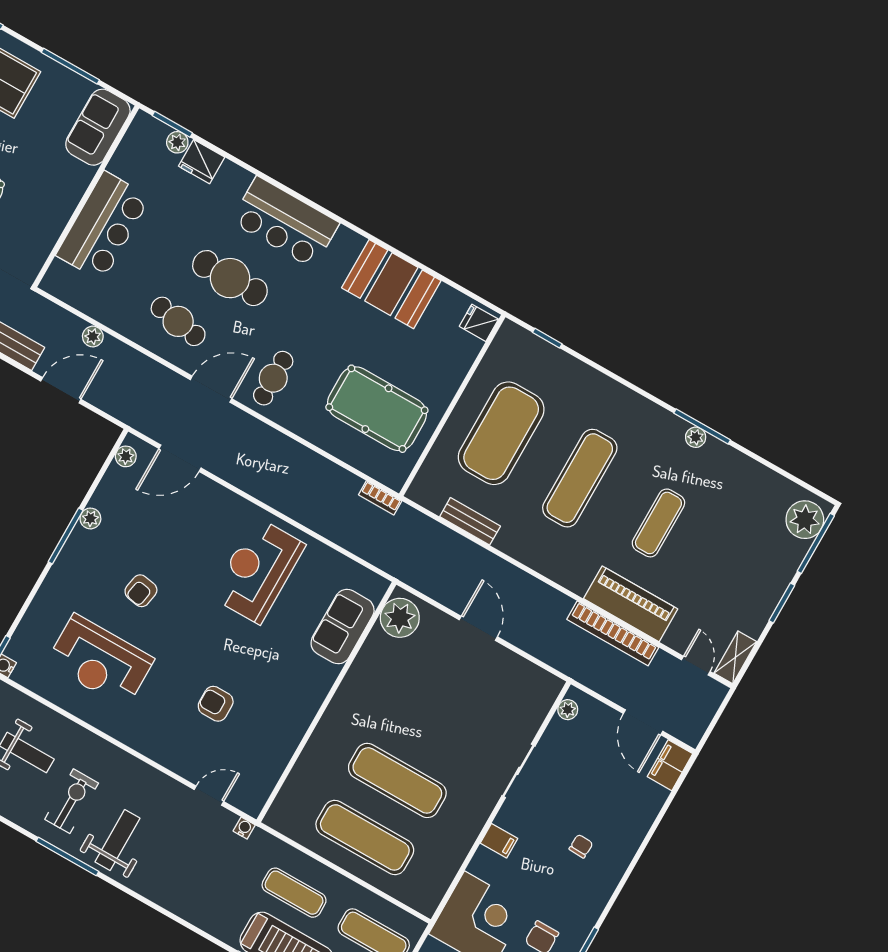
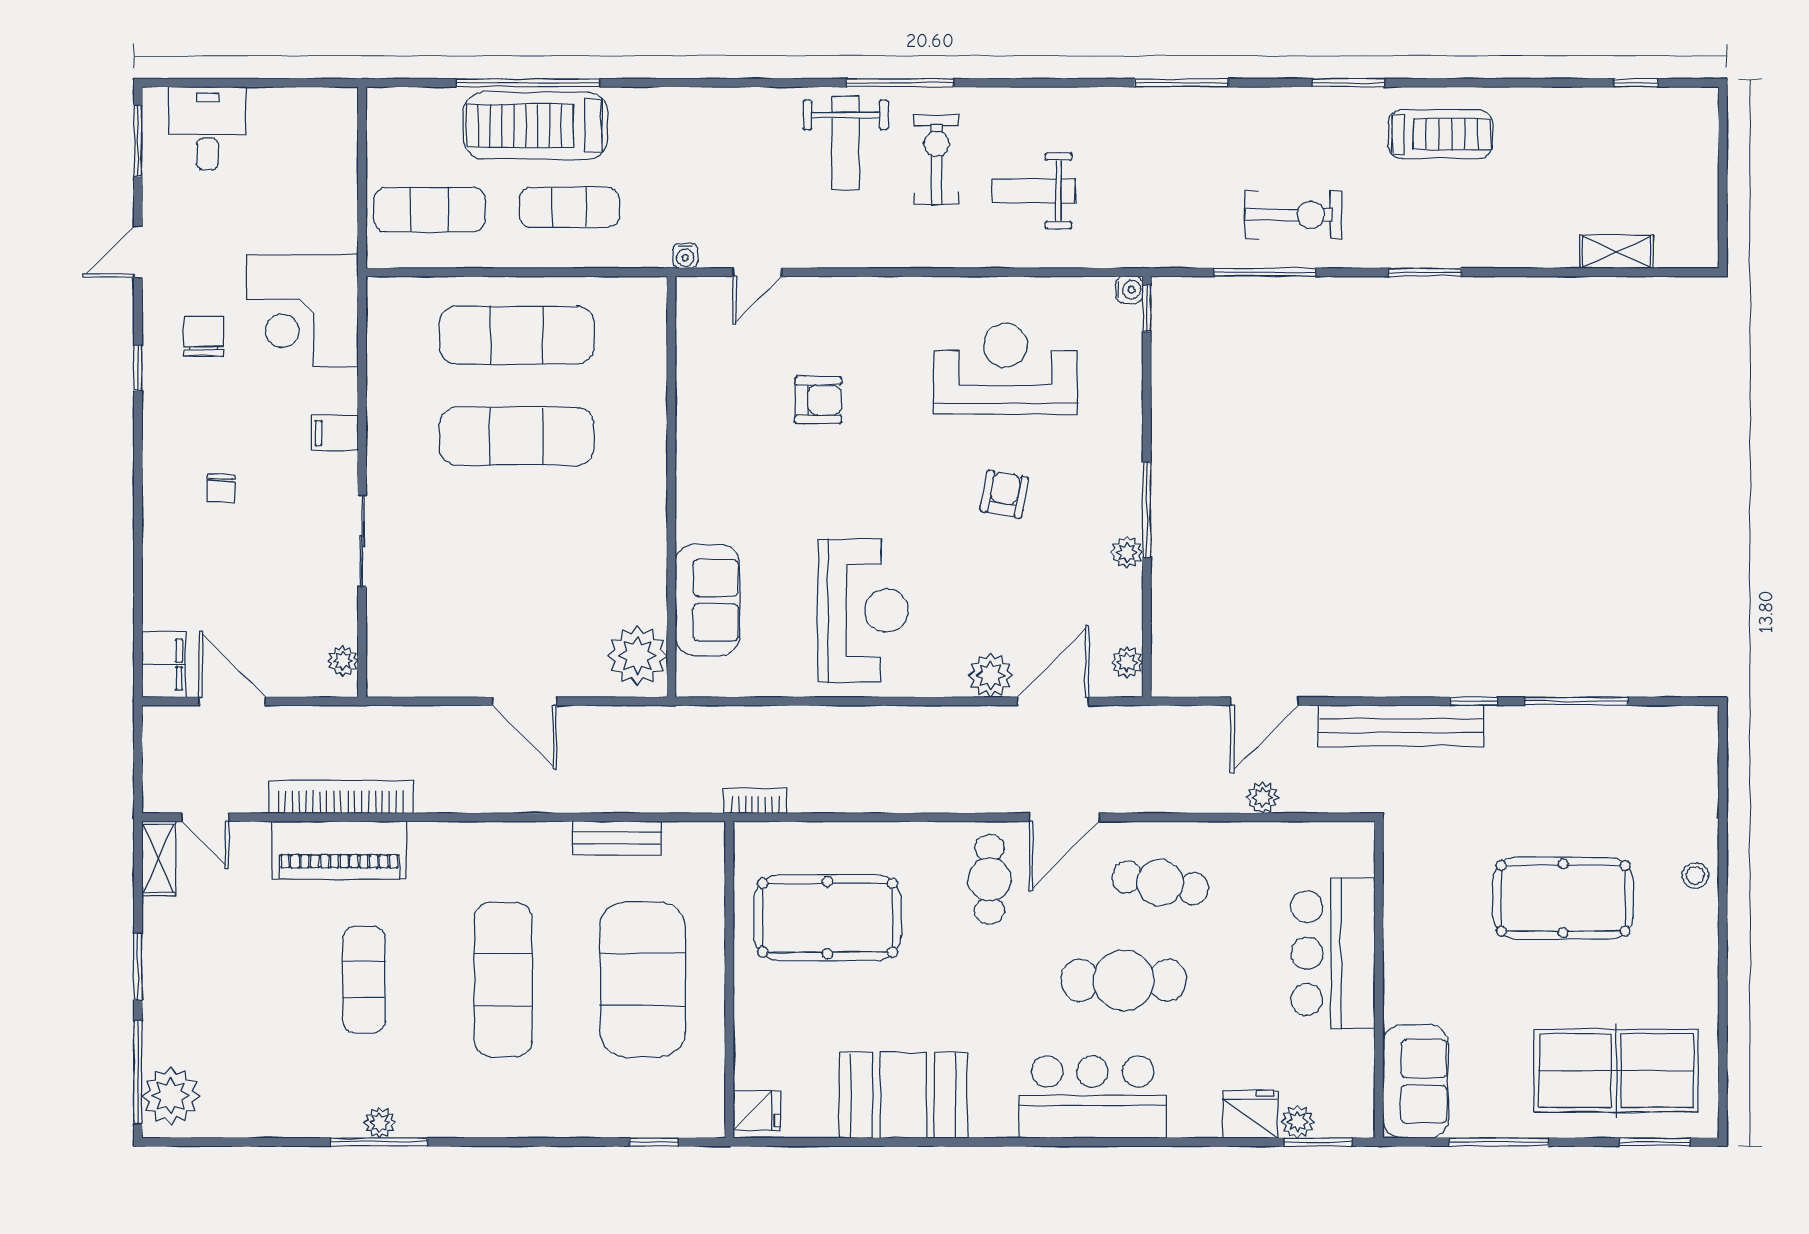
plant: (207, 493) -> (990, 675), added
exercise bike: (72, 801) -> (936, 160), turned 180

